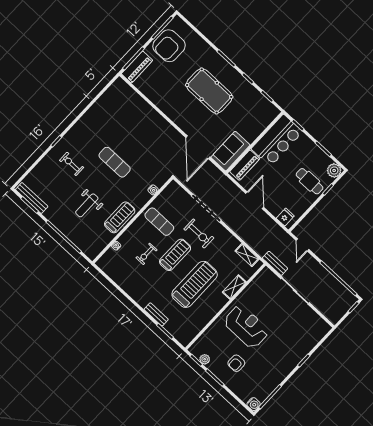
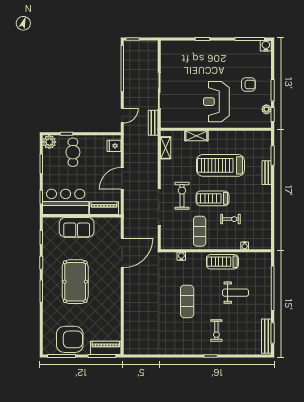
sofa: (230, 151) -> (77, 227), moved

